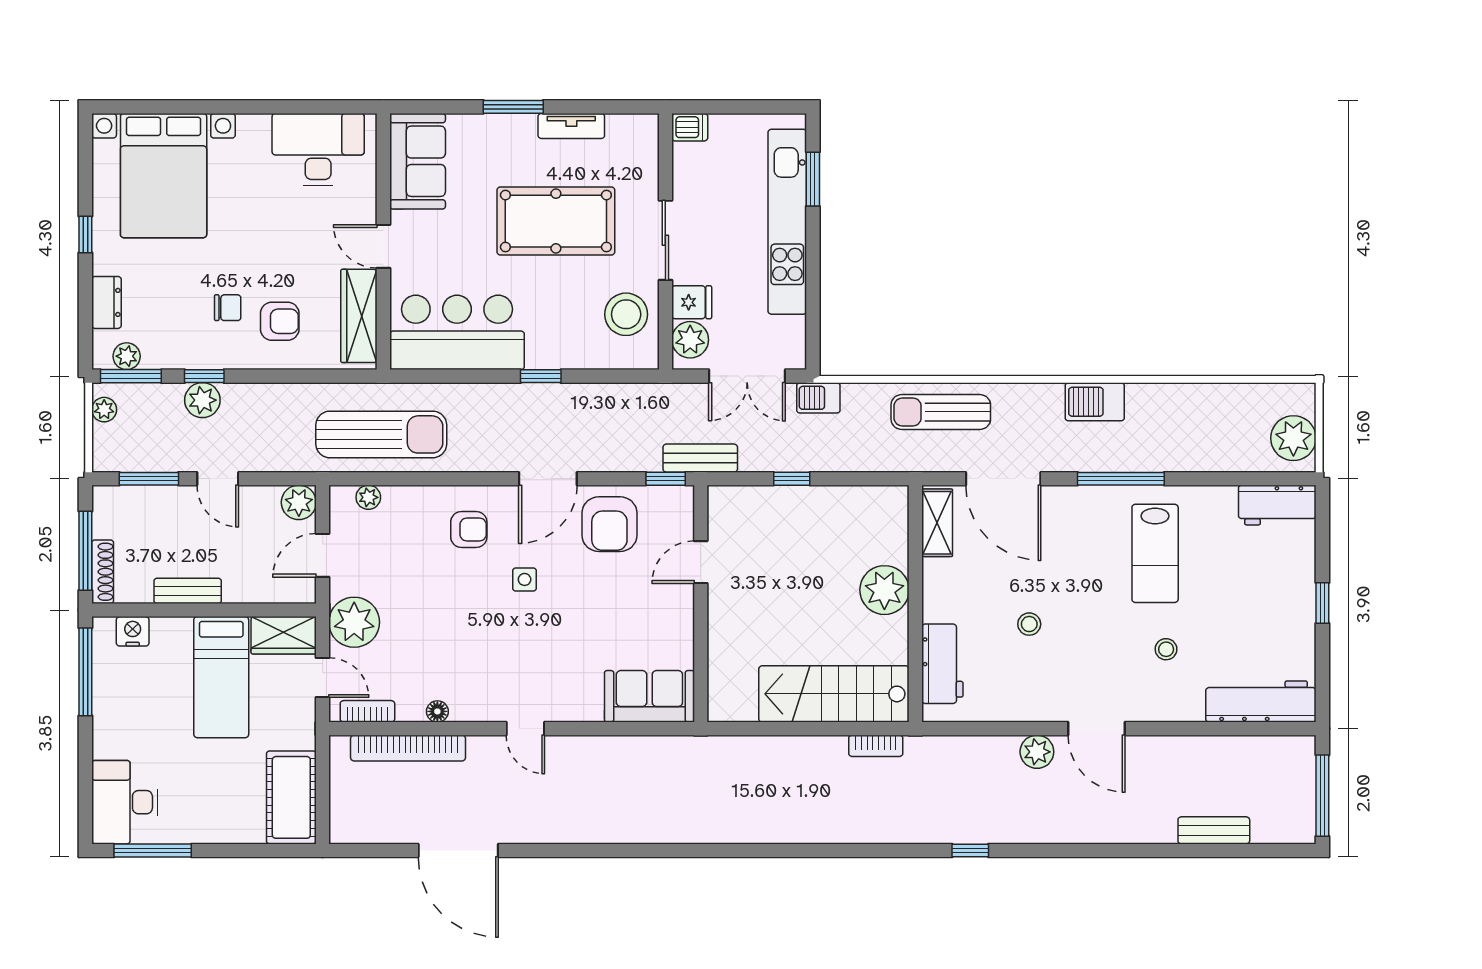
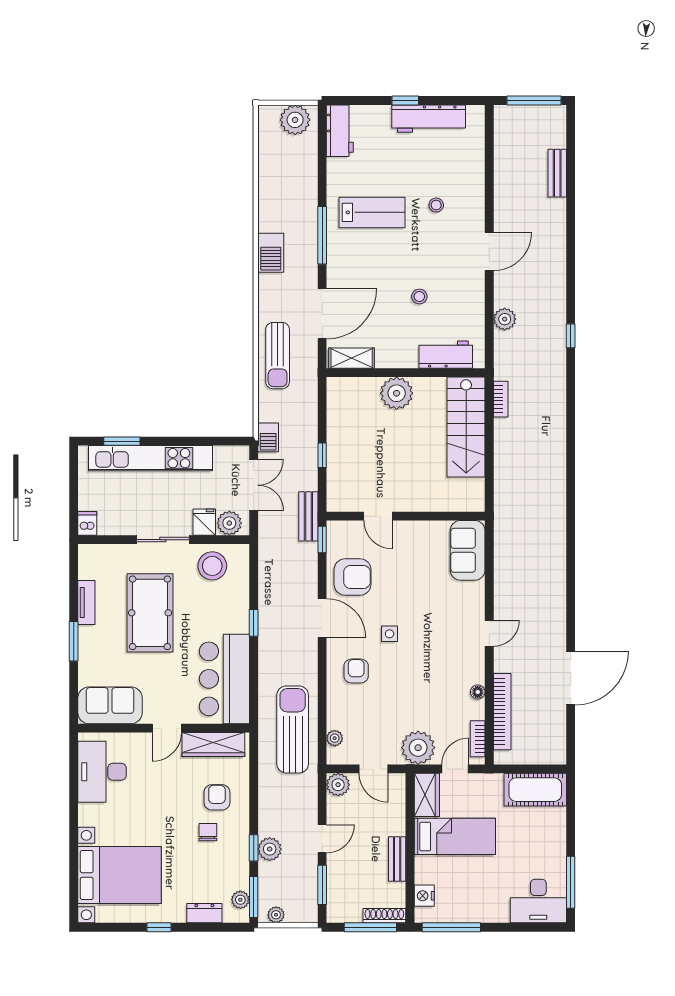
workbench: (1261, 702) -> (429, 119), moved, turned -90
plant: (1037, 752) -> (505, 319), moved

